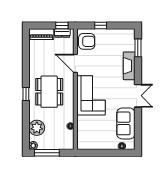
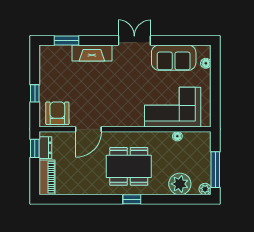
corner sofa: (91, 95) -> (173, 107), moved

